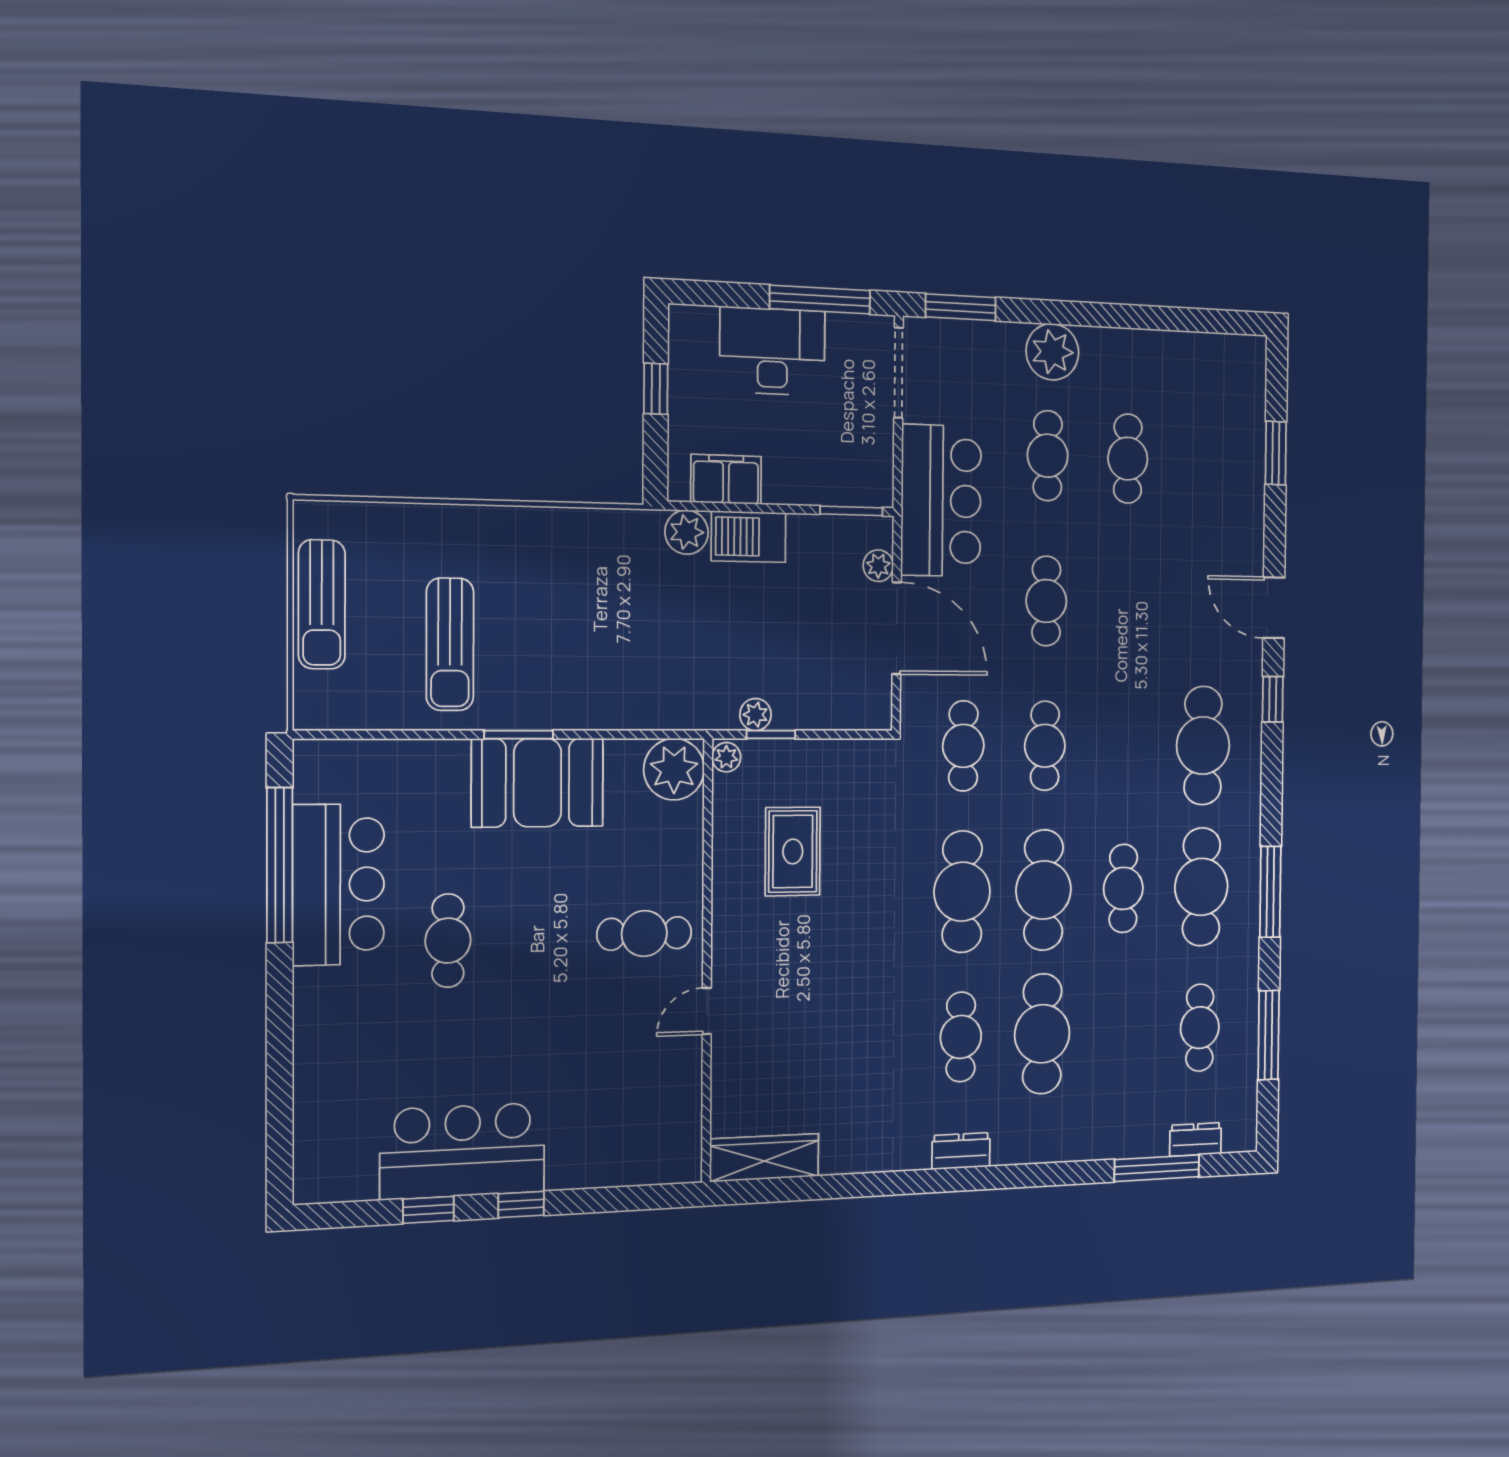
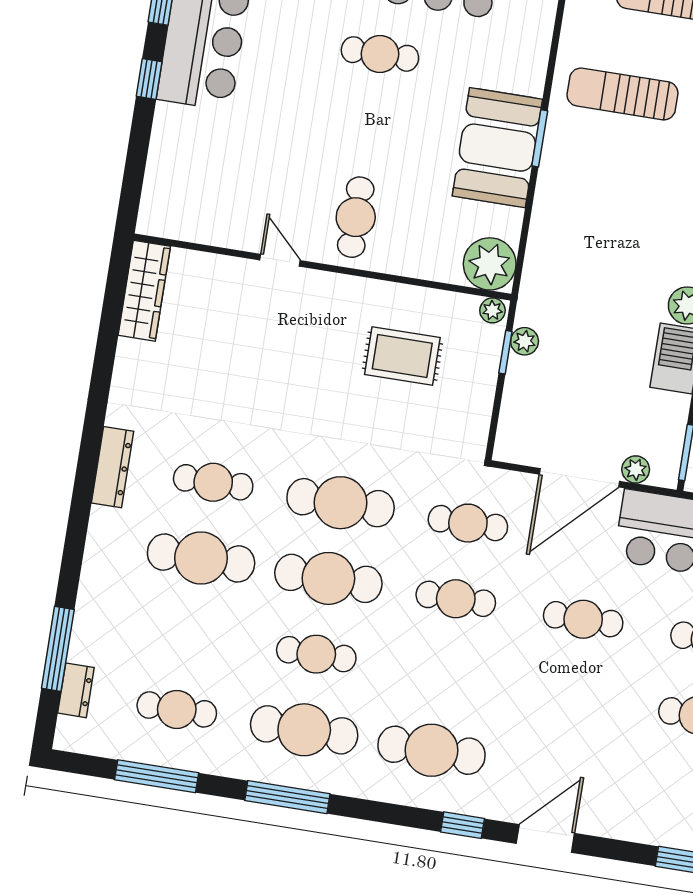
dresser: (961, 1151) -> (113, 467), width x1.44

